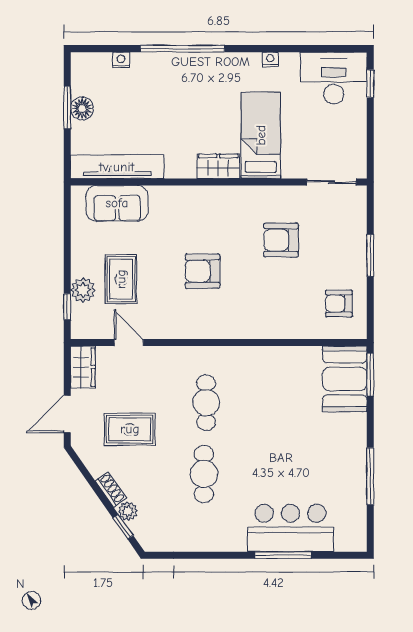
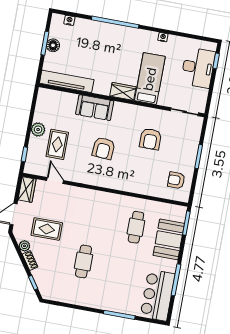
nightstand: (121, 60) -> (69, 20), moved
desk: (334, 78) -> (198, 68), moved, turned 90
sofa: (117, 203) -> (95, 108), moved
armchair: (281, 240) -> (150, 139), turned -90
armchair: (203, 271) -> (104, 148), turned -86
plant: (83, 290) -> (38, 130), moved
booth: (345, 379) -> (169, 239), moved
cafe table: (206, 403) -> (136, 227), moved
plant: (128, 511) -> (24, 246), moved
bar counter: (291, 528) -> (158, 295), moved, turned -90

